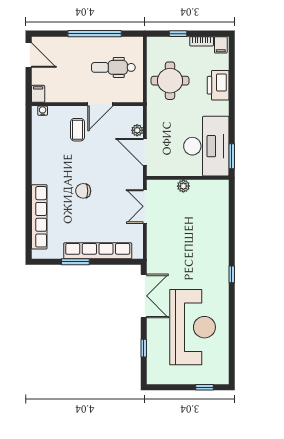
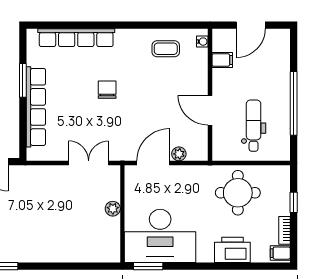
door: (29, 55) -> (251, 25), moved
filing cabinet: (38, 94) -> (222, 60), moved
coffee table: (77, 130) -> (166, 49), moved

